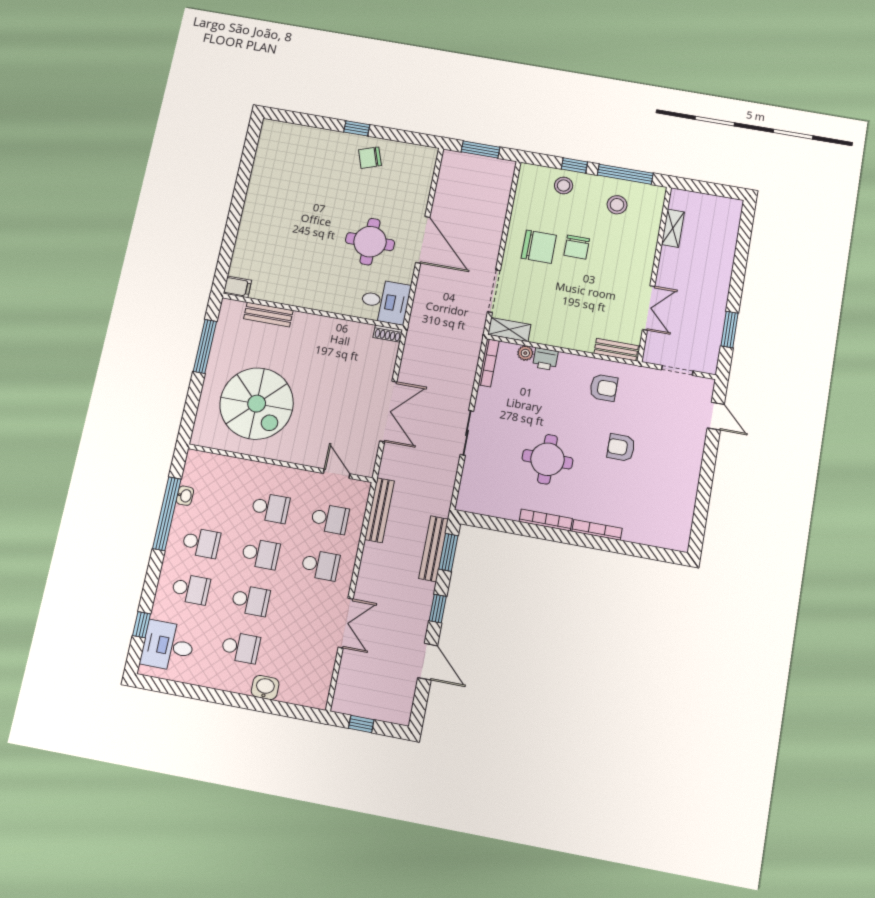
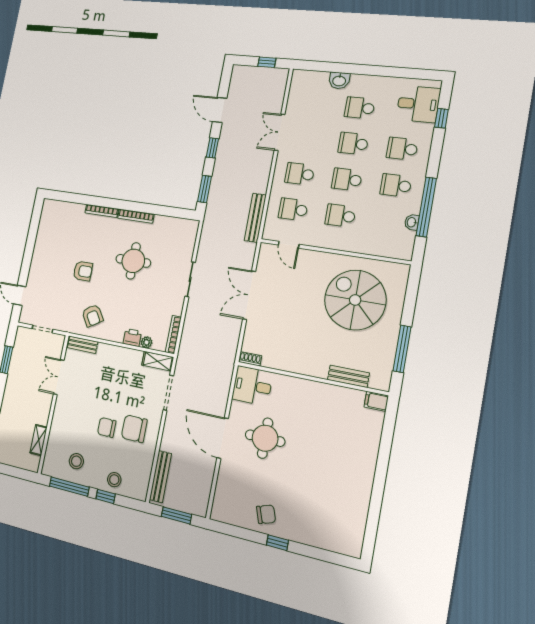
chair: (577, 247) -> (107, 427), turned -90
armchair: (604, 388) -> (93, 316), turned -122
bench: (434, 549) -> (160, 477), moved

